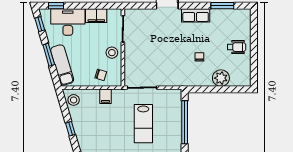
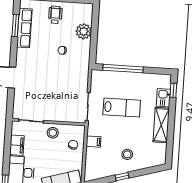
row of seats: (196, 15) -> (24, 28), moved, width x1.48
stool: (74, 100) -> (127, 154), moved

